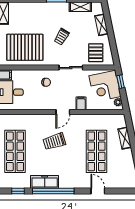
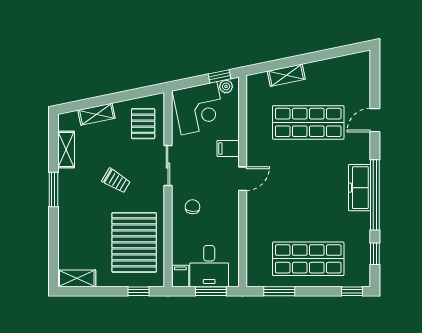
pallet: (96, 53) -> (143, 124), turned 90
window: (121, 82) -> (220, 76), moved
door: (63, 112) -> (243, 179), hinge flipped
trolley: (54, 141) -> (292, 193), removed
freezer: (45, 182) -> (360, 188), moved

